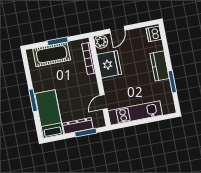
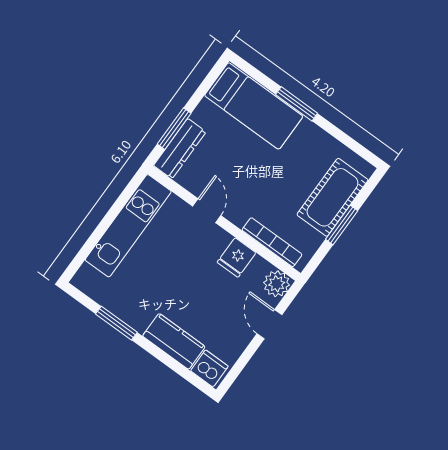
fridge: (109, 64) -> (237, 258), width x0.53, depth x0.75
kitchen counter: (160, 66) -> (174, 341), moved
door: (104, 102) -> (207, 211), moved
dresser: (78, 126) -> (180, 149), moved

